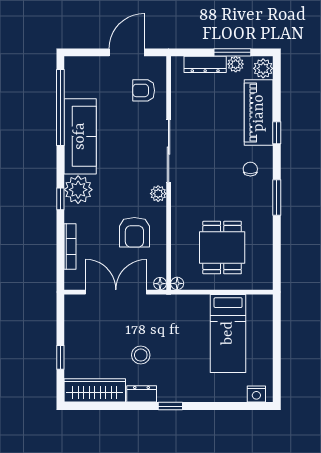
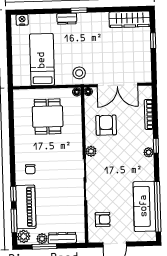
sofa: (80, 136) -> (144, 206), moved
plant: (78, 190) -> (149, 152), width x0.53, depth x0.53
window: (277, 198) -> (14, 221), moved
stool: (141, 355) -> (79, 73), moved
dresser: (142, 394) -> (67, 19), moved

